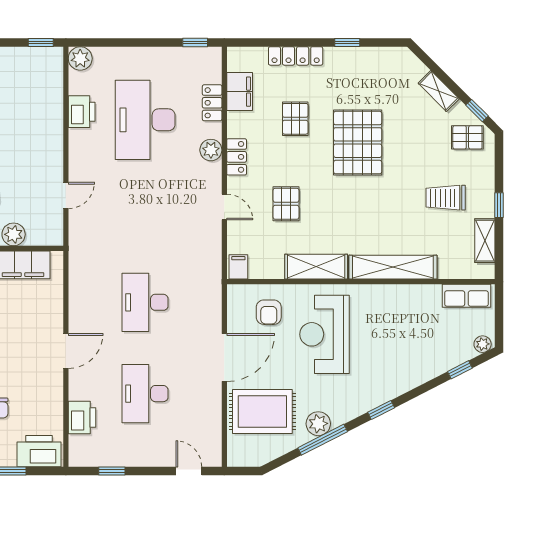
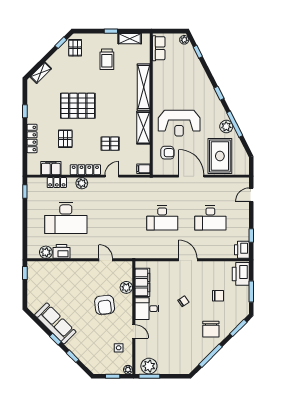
plant: (80, 58) -> (46, 252), moved
shelving: (439, 91) -> (41, 73), moved
pallet: (295, 119) -> (65, 139), turned 90
locker: (237, 157) -> (85, 170), width x1.53
printer: (82, 418) -> (242, 250), moved, turned -90

